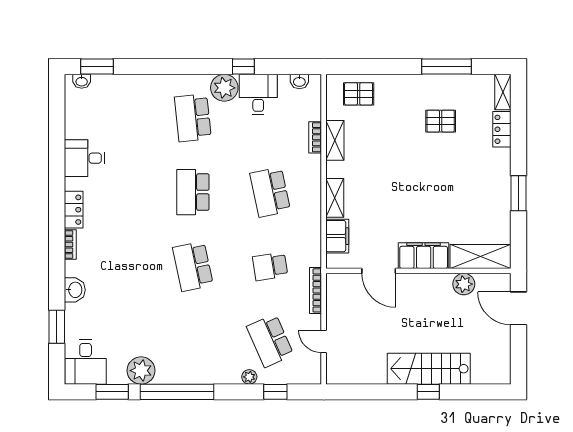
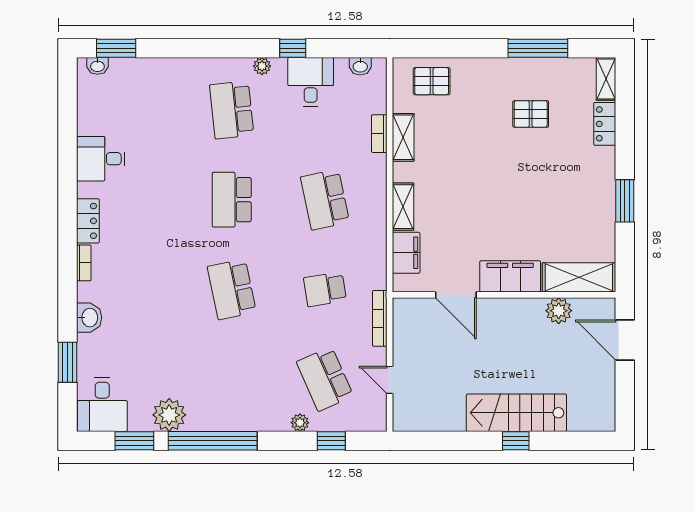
plant: (224, 88) -> (262, 66), width x0.53, depth x0.53

